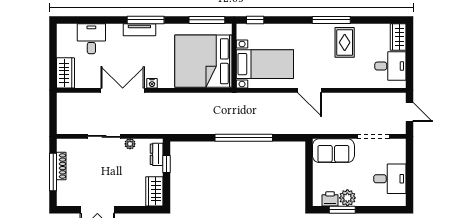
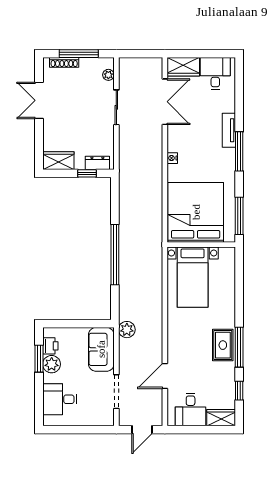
window: (255, 20) -> (239, 391), moved
tv unit: (139, 30) -> (229, 130), moved
desk: (91, 39) -> (215, 73), moved, turned -90
rug: (345, 42) -> (223, 345), moved, turned 90
double door: (123, 90) -> (165, 102), moved
door: (310, 90) -> (165, 376), moved
plant: (315, 126) -> (127, 330), added
plant: (130, 144) -> (108, 75), moved
shoe rack: (61, 166) -> (64, 62), moved
desk: (390, 179) -> (60, 399), moved, turned 90

